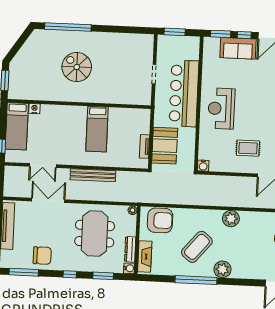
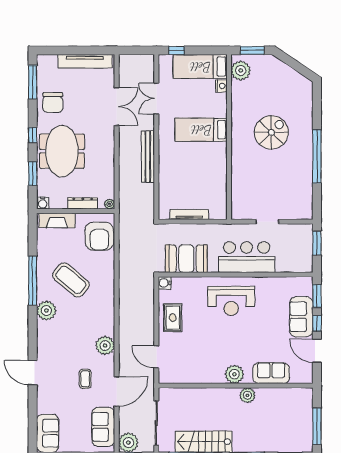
window: (68, 27) -> (317, 156), moved
plant: (22, 91) -> (241, 71), added
bar counter: (184, 93) -> (247, 257), width x0.73
reception desk: (221, 109) -> (231, 301), turned 180
bed: (97, 129) -> (201, 130), moved
tv unit: (145, 146) -> (189, 214), width x1.41
booth: (165, 146) -> (186, 259), moved
rug: (248, 148) -> (173, 318), moved
plant: (231, 219) -> (105, 346), moved
meeting table: (95, 234) -> (62, 151), moved, turned 90
dresser: (130, 249) -> (83, 203), moved

